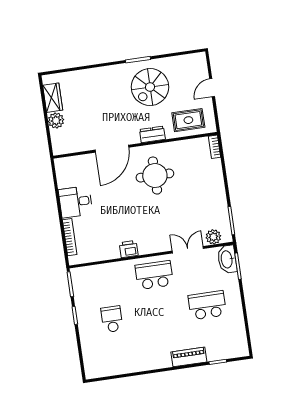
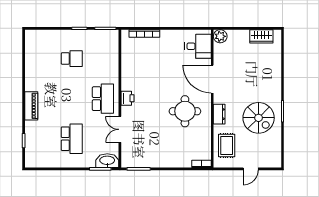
spiral stairs: (150, 87) -> (259, 118), turned 180
door: (212, 88) -> (251, 169), swing flipped
plant: (56, 120) -> (220, 36), moved
desk: (76, 202) -> (198, 46), moved, turned 90
plant: (213, 237) -> (127, 152), removed
printer: (129, 249) -> (127, 98), moved
double door: (188, 250) -> (120, 129), swing flipped
piano: (189, 357) -> (31, 106), moved

